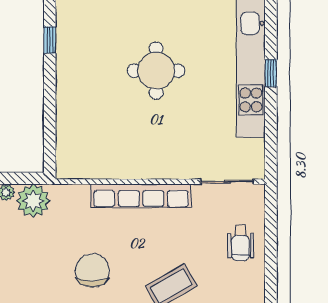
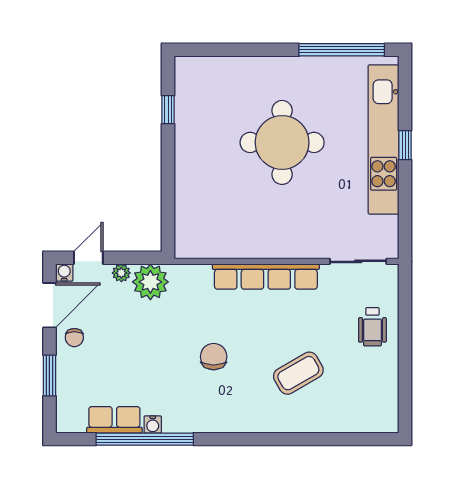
round table: (156, 71) -> (282, 142), width x1.36, depth x1.36
chair: (92, 270) -> (214, 357), width x0.73, depth x0.73

